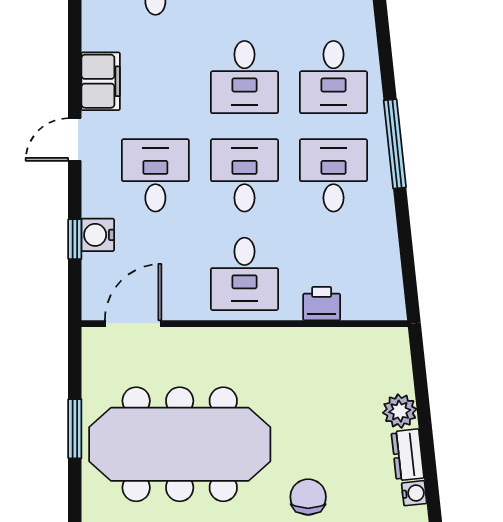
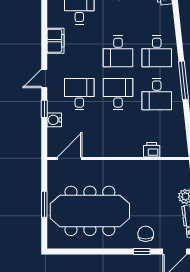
filing cabinet: (101, 81) -> (56, 41), moved
desk: (334, 175) -> (157, 94), turned 180
window: (75, 239) -> (44, 109), moved
desk: (244, 274) -> (118, 137), removed

